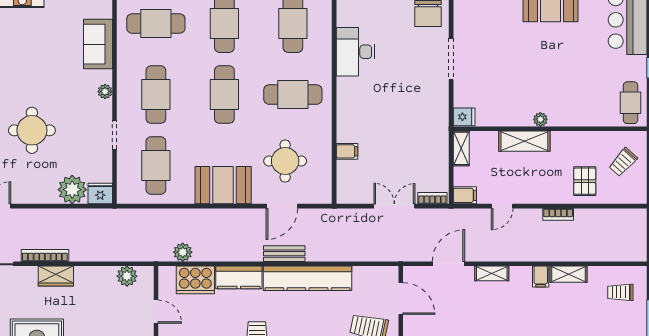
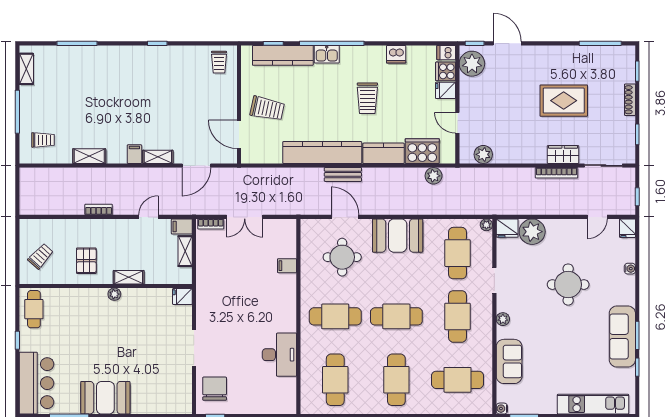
cafe table: (224, 95) -> (396, 316), turned 90
shelving: (524, 141) -> (129, 277), width x0.67, depth x0.75
shelving: (461, 148) -> (185, 251), moved
pallet: (585, 181) -> (86, 261), moved
plant: (123, 197) -> (486, 225), added
door: (282, 206) -> (345, 217), hinge flipped
wardrobe: (56, 276) -> (563, 154), moved
filing cabinet: (541, 276) -> (134, 154), moved

